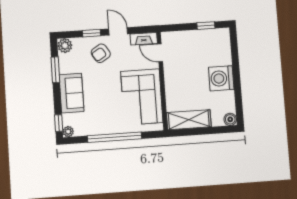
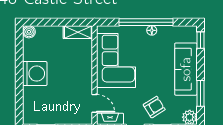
sofa: (71, 93) -> (186, 69), width x1.36
shelving: (189, 120) -> (78, 32), width x0.67, depth x0.75
floor lamp: (108, 129) -> (152, 30), added
plant: (68, 132) -> (192, 31), removed

